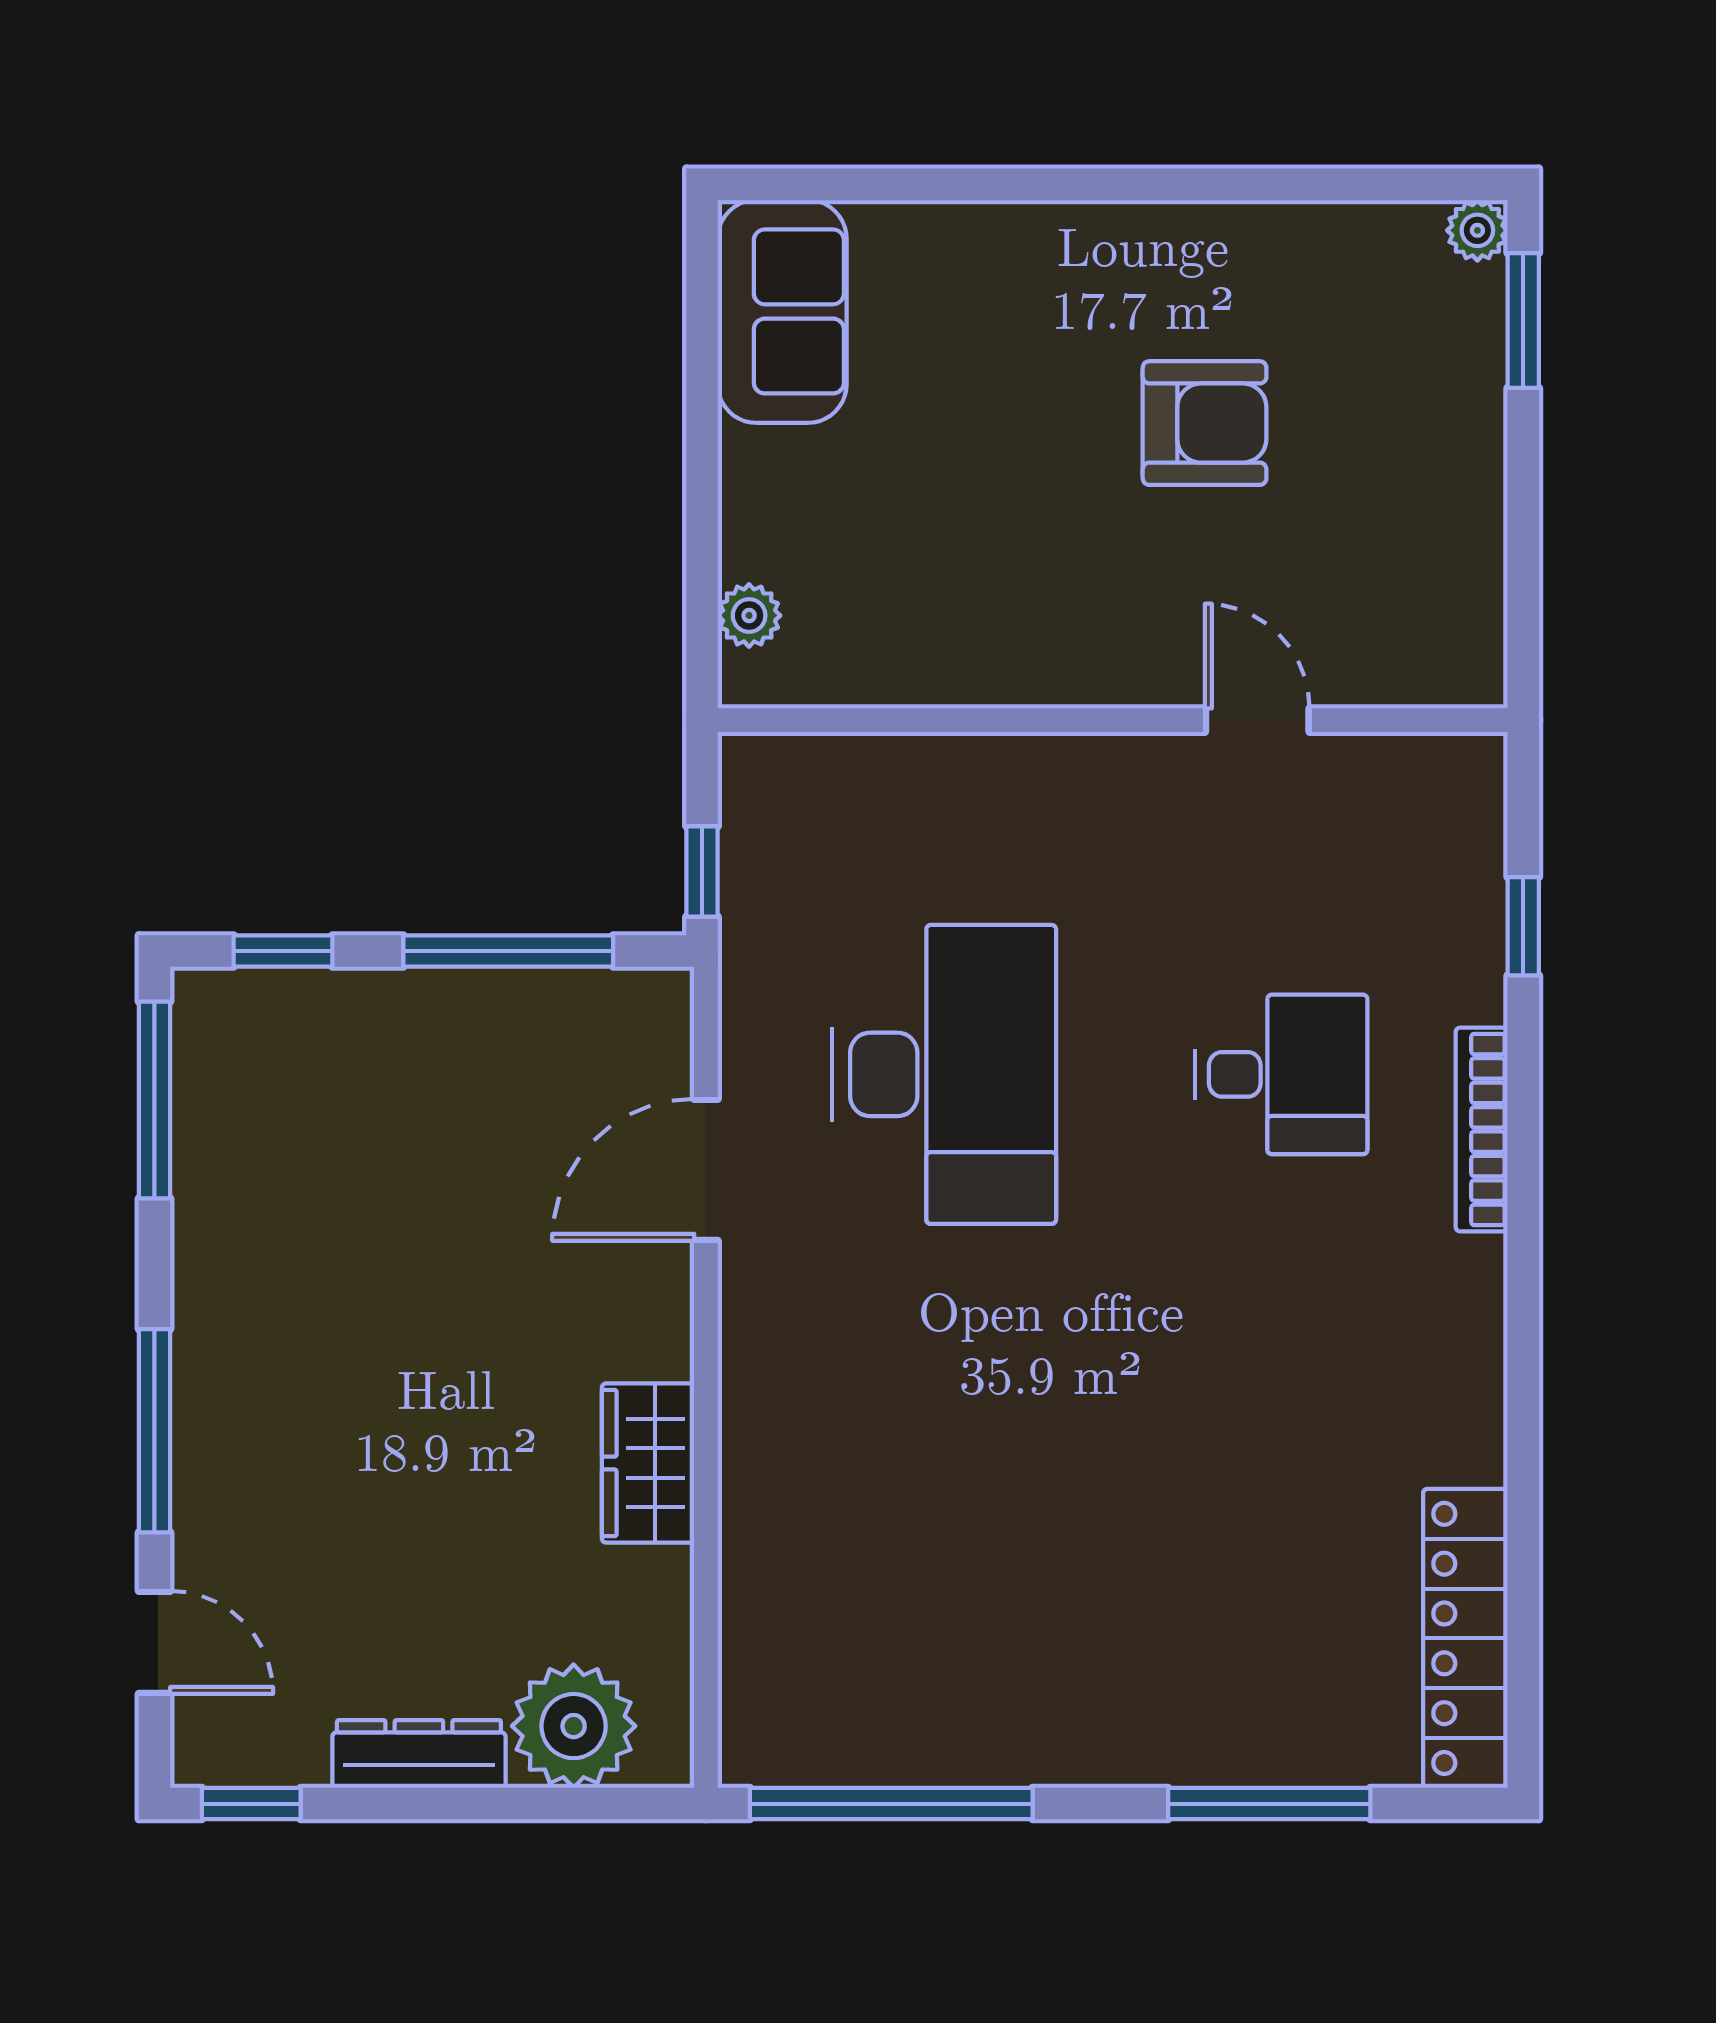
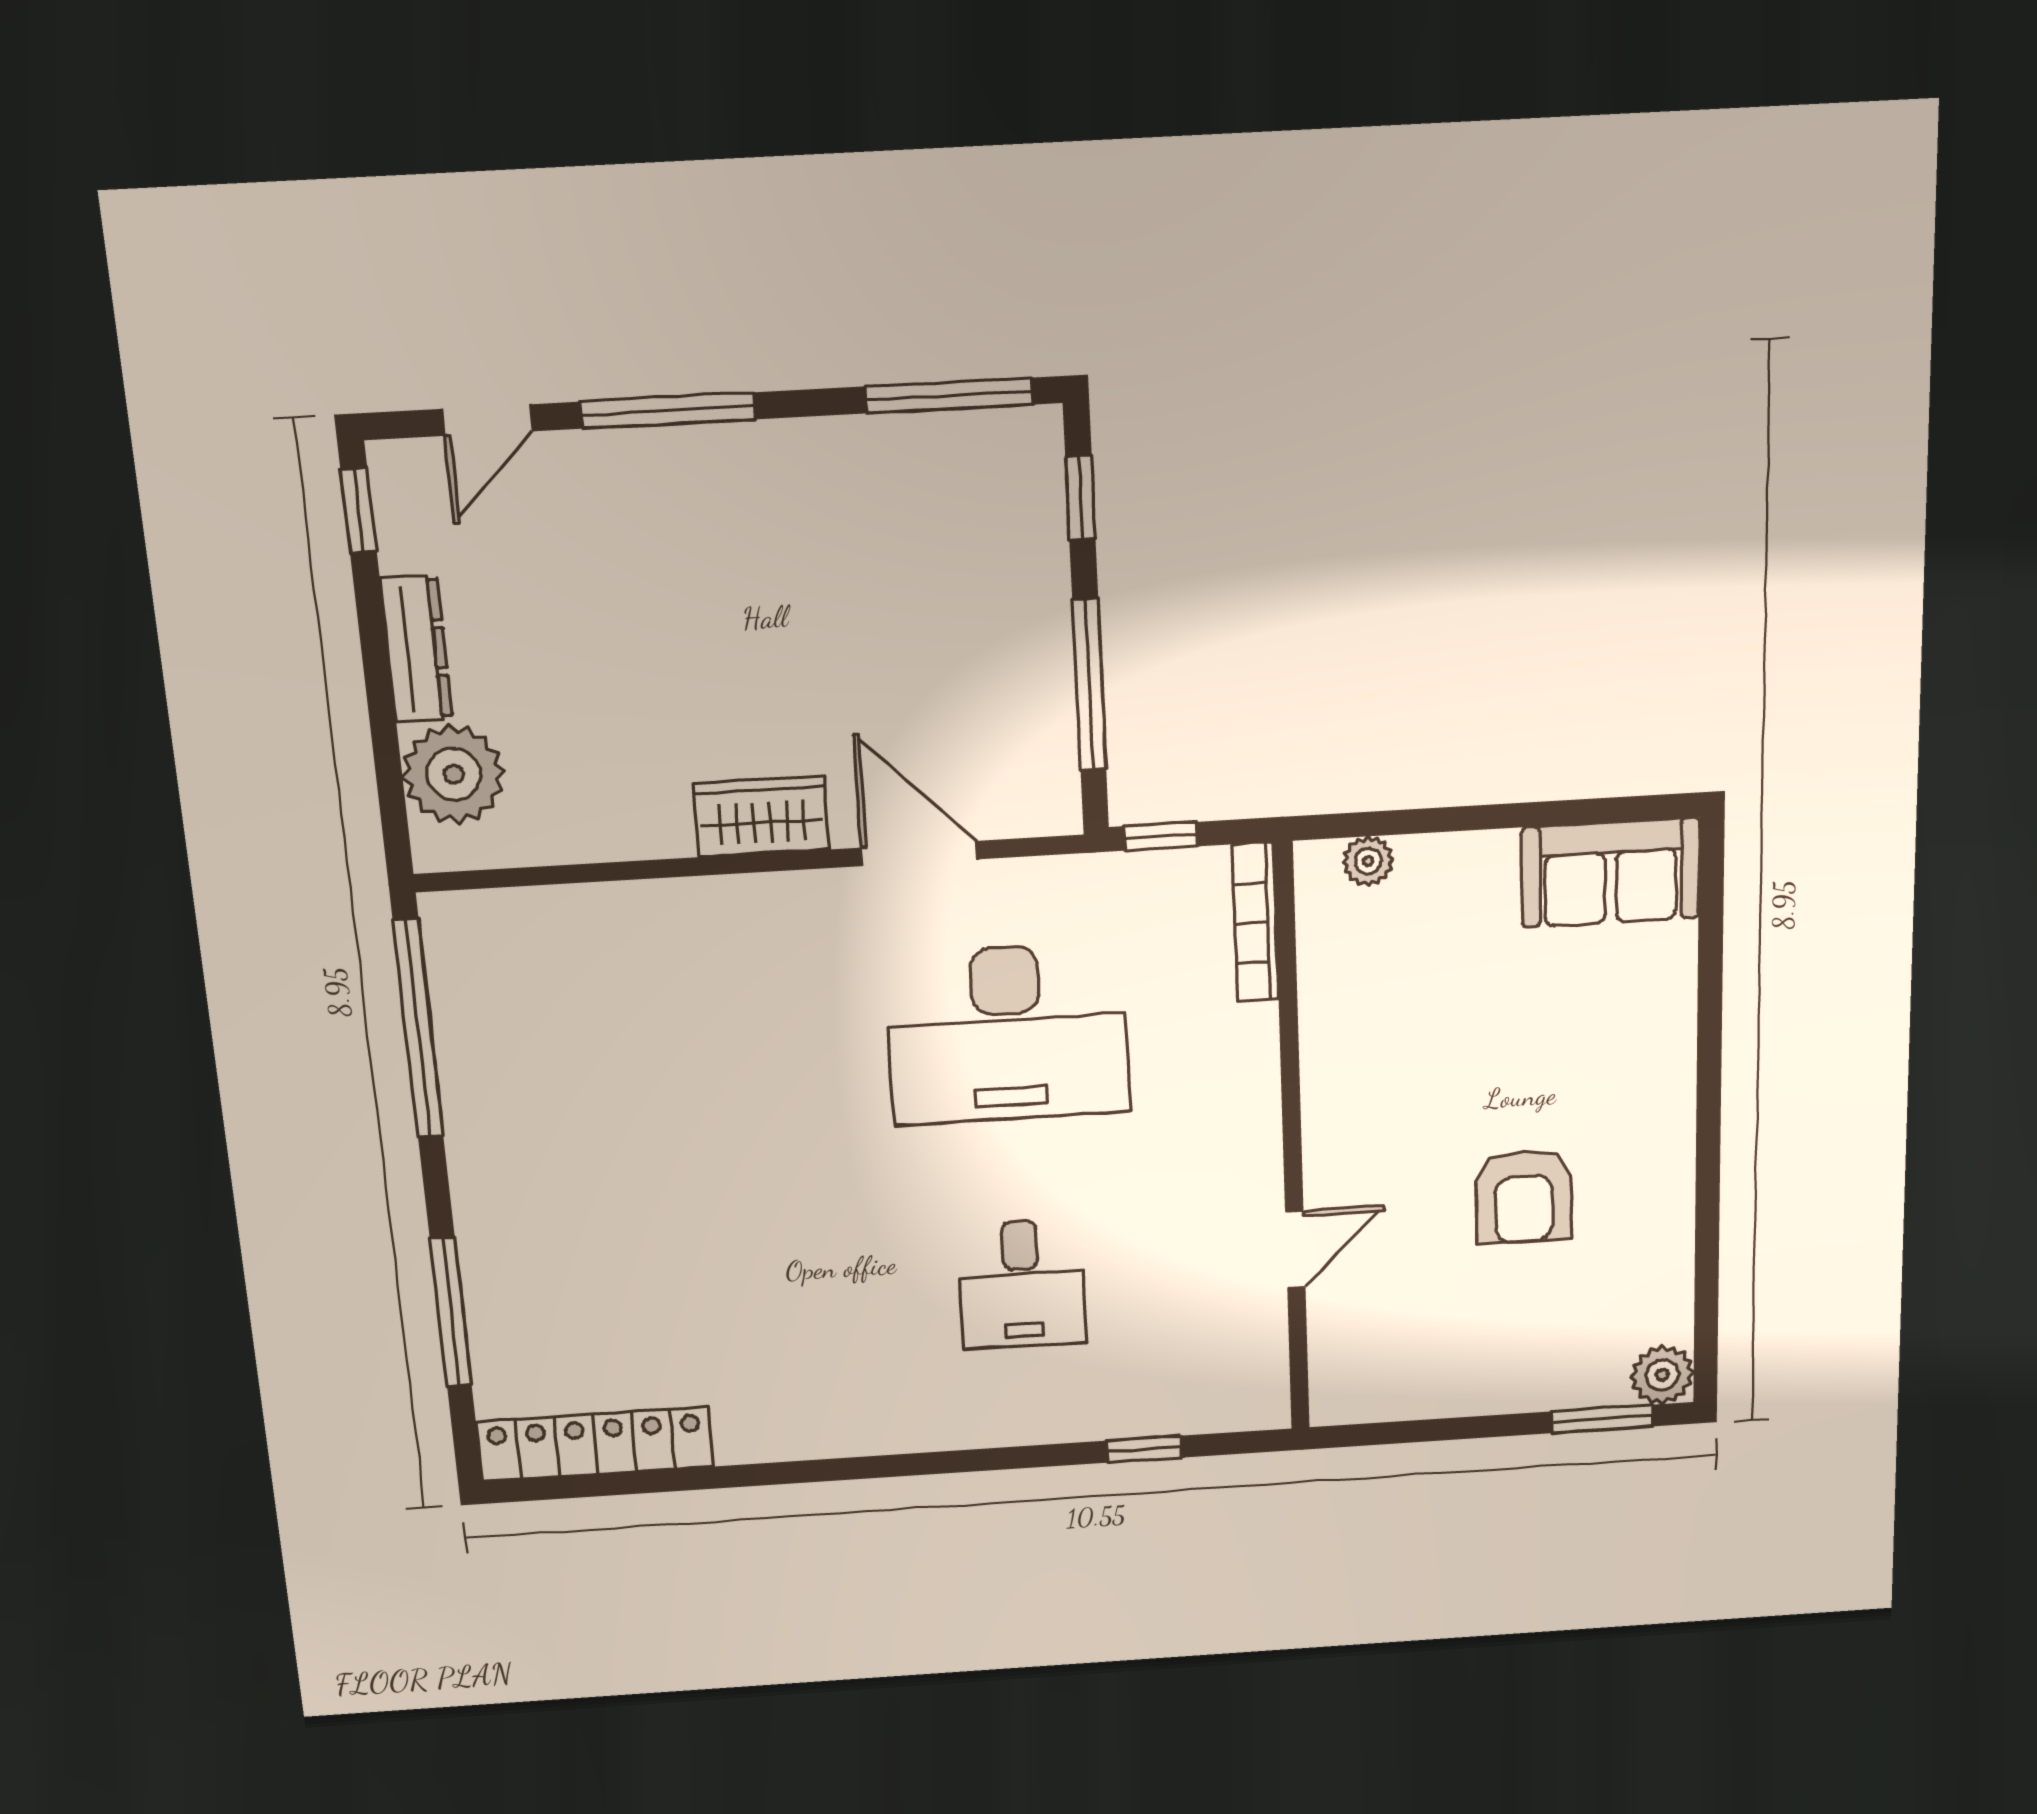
plant: (1477, 230) -> (1662, 1375), width x1.38, depth x1.38
bookcase: (1482, 1129) -> (1255, 923), moved, turned -90
wardrobe: (648, 1463) -> (762, 817), moved

